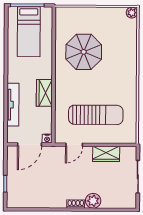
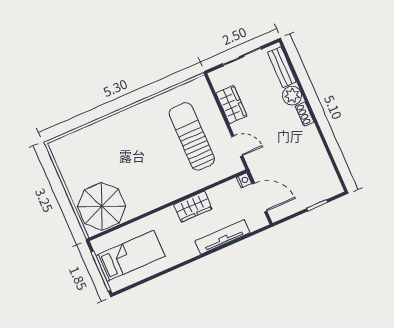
plant: (132, 13) -> (56, 147), removed
parasol: (84, 52) -> (102, 206), moved
bench: (117, 203) -> (282, 67), added

